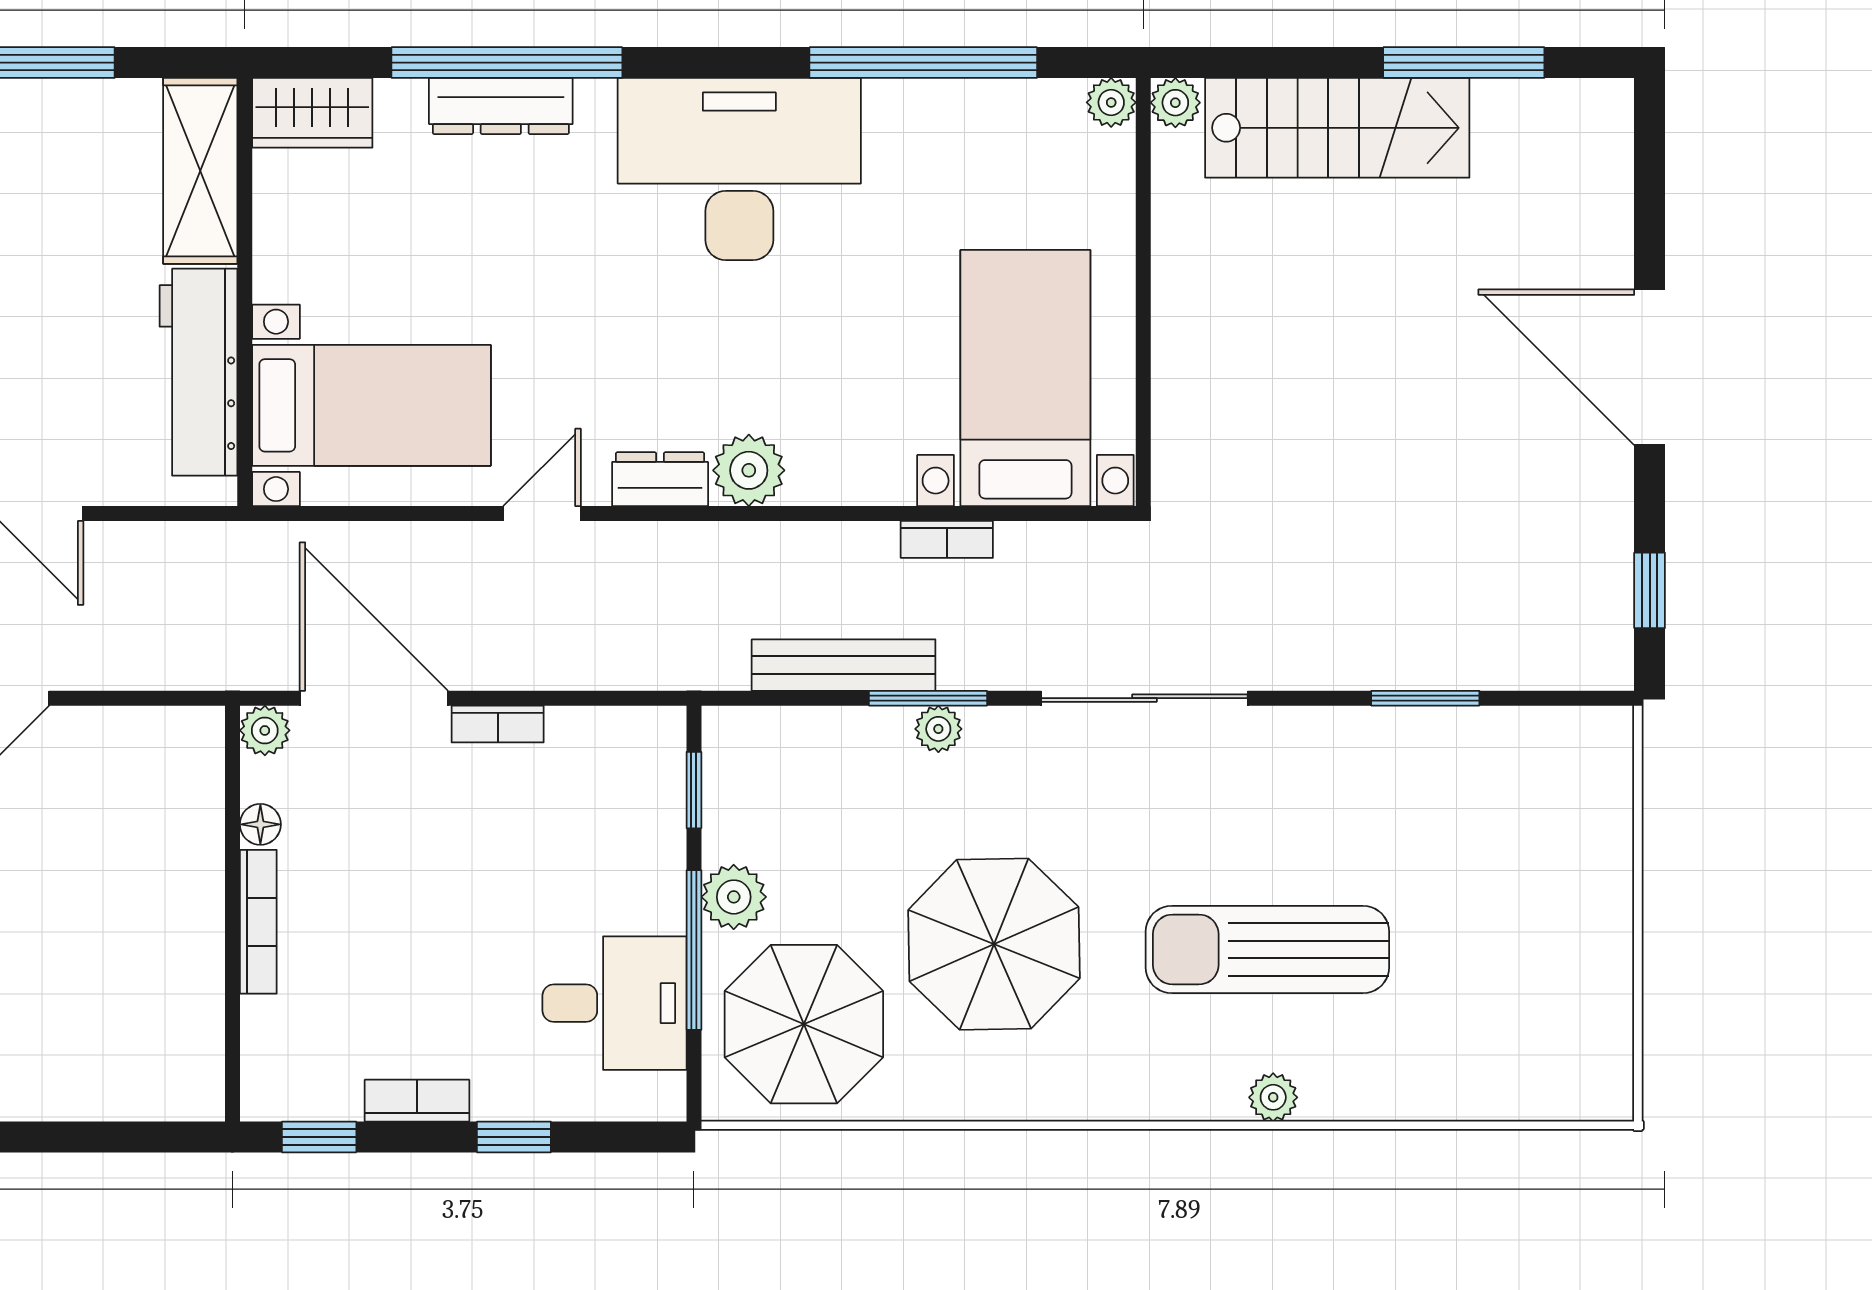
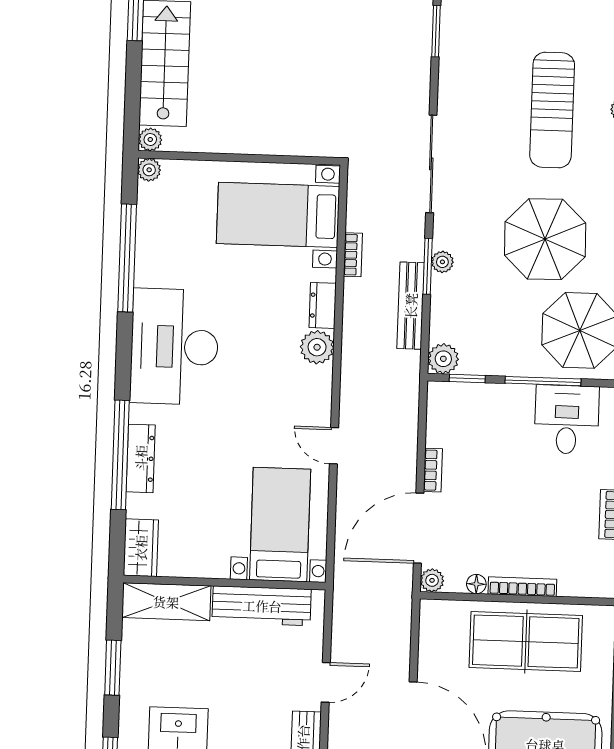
dresser: (660, 479) -> (323, 305), moved
plant: (734, 897) -> (443, 359), moved
table tennis table: (143, 933) -> (526, 642), added

